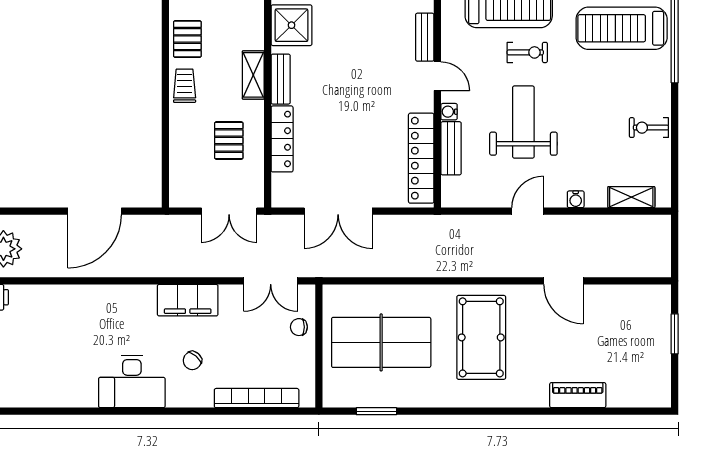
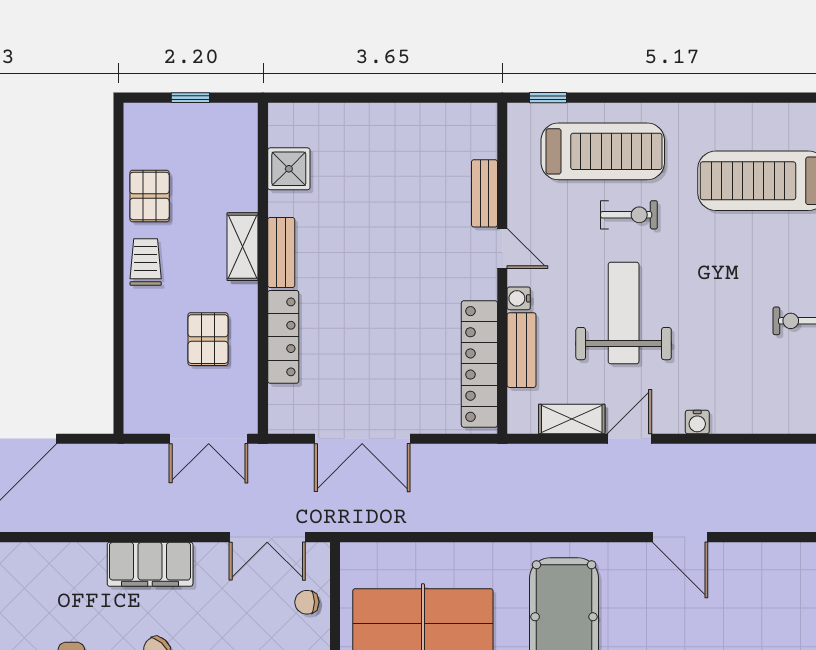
shower: (292, 25) -> (289, 169), width x0.73, depth x0.73
shelving: (631, 197) -> (572, 419), moved

